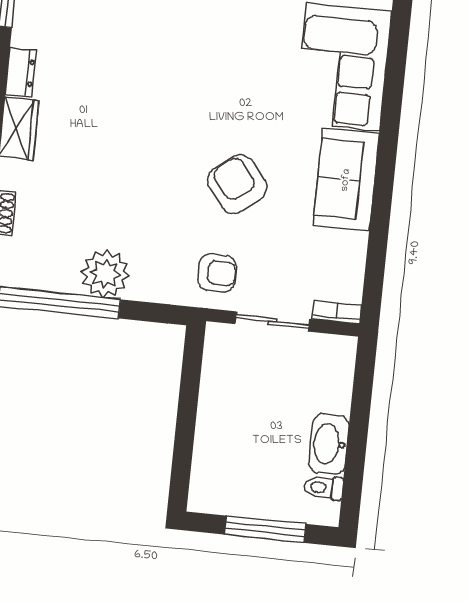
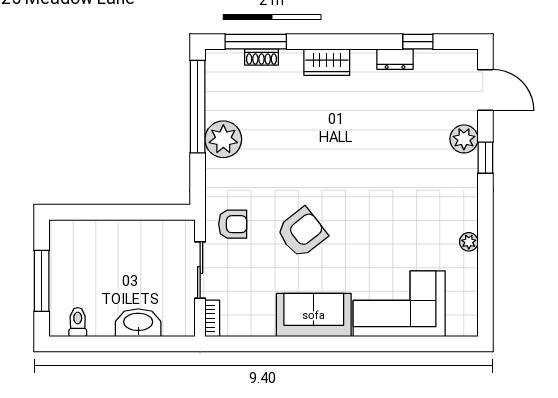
dresser: (21, 72) -> (395, 59), moved
armchair: (217, 273) -> (233, 224), turned -90
washbasin: (329, 444) -> (138, 323), moved

